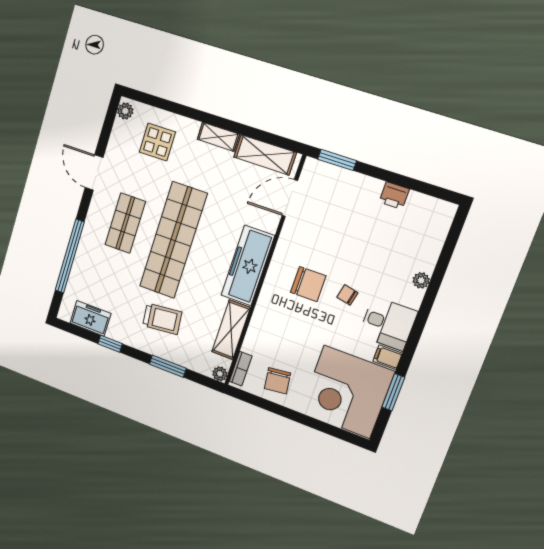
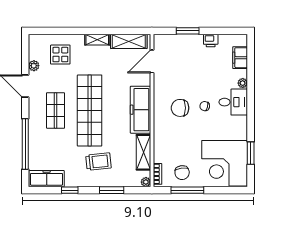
plant: (125, 111) -> (34, 66), moved
window: (337, 160) -> (188, 31), moved
chair: (308, 284) -> (180, 108), turned 180
freezer: (90, 318) -> (47, 179), width x1.40
desk: (388, 324) -> (233, 102), moved
filing cabinet: (388, 357) -> (240, 58), moved, width x2.00
window: (277, 409) -> (187, 190), added

